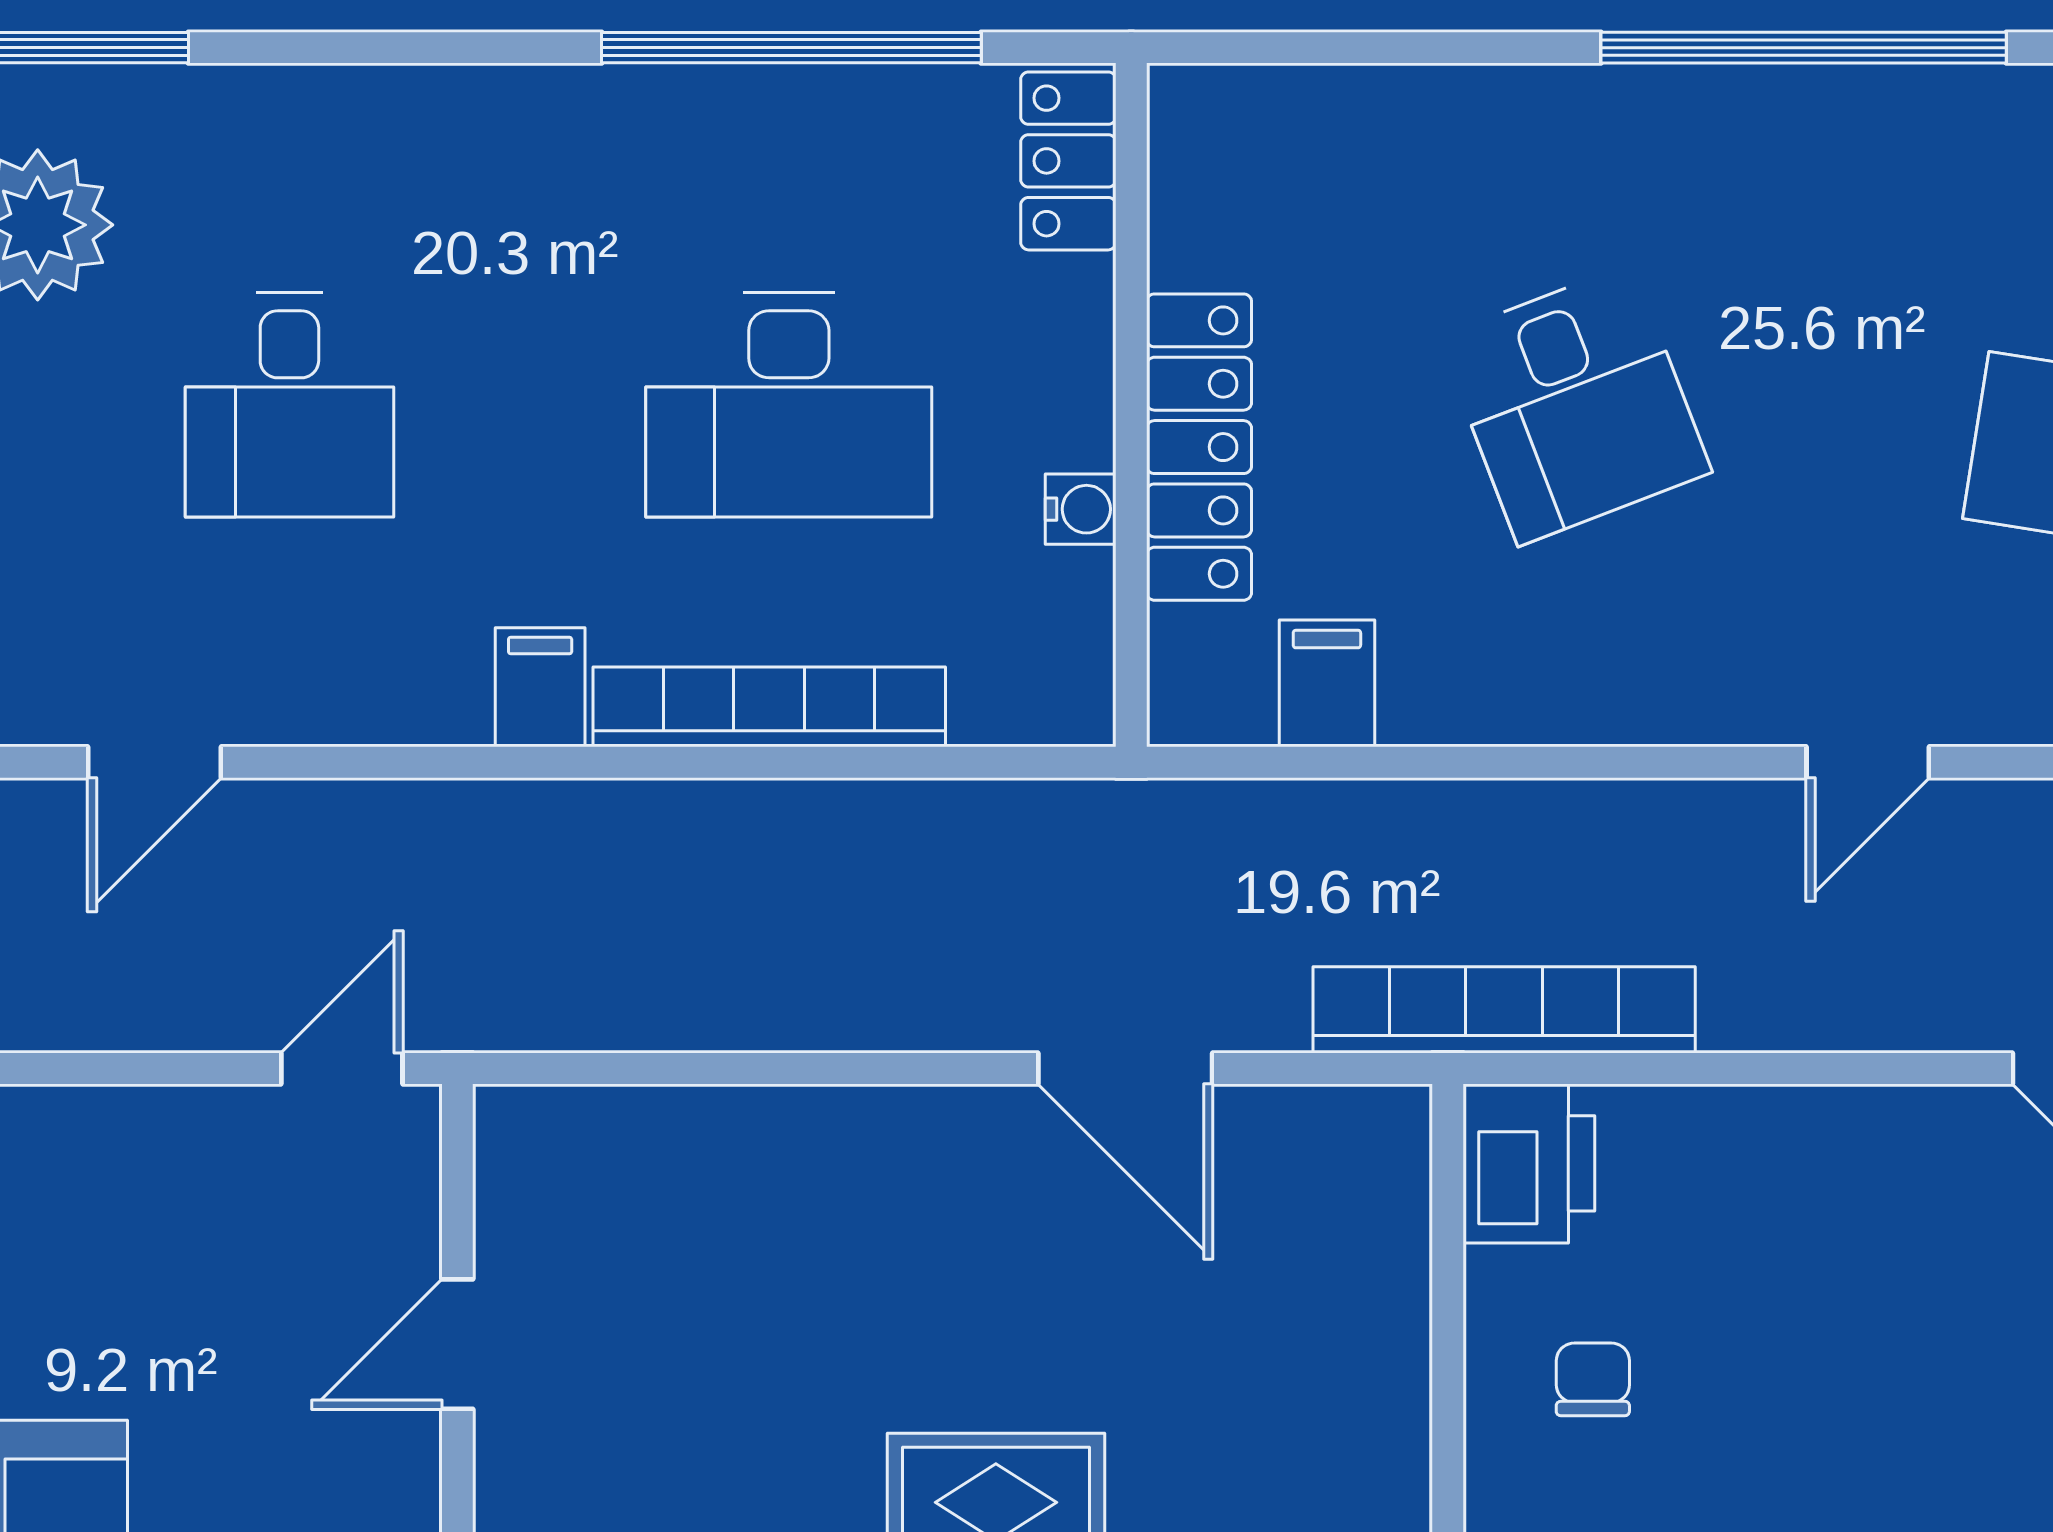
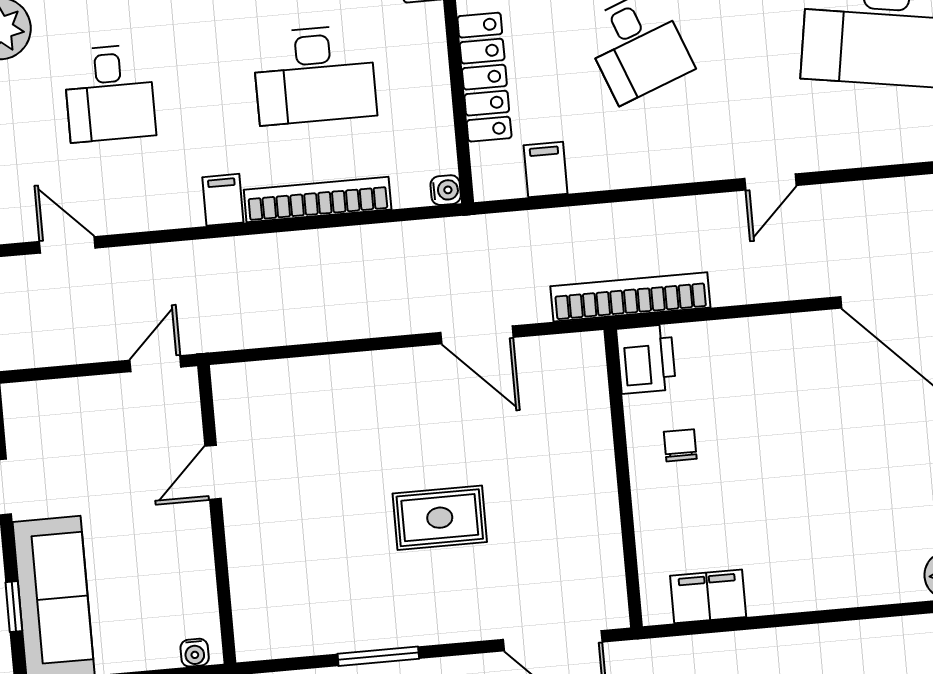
water cooler: (1081, 509) -> (446, 190), moved
door: (154, 762) -> (67, 245), swing flipped

